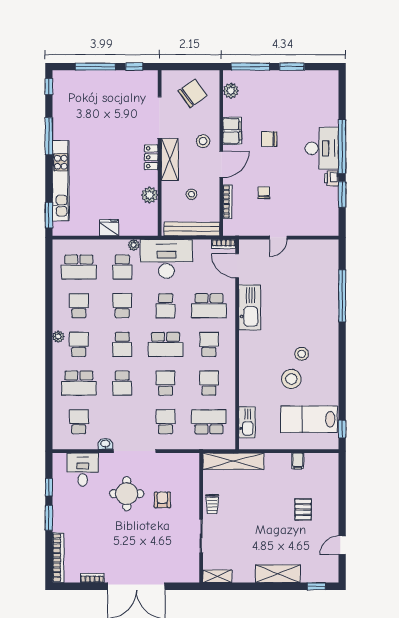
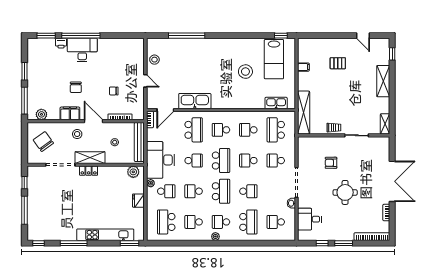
printer: (331, 178) -> (61, 43), moved
window: (342, 194) -> (46, 36), moved
plant: (150, 195) -> (133, 172), moved
school desk: (79, 267) -> (166, 222), turned 180
school desk: (122, 344) -> (221, 191), width x1.85
stool: (302, 354) -> (154, 60), moved
round table: (127, 494) -> (345, 192), moved

